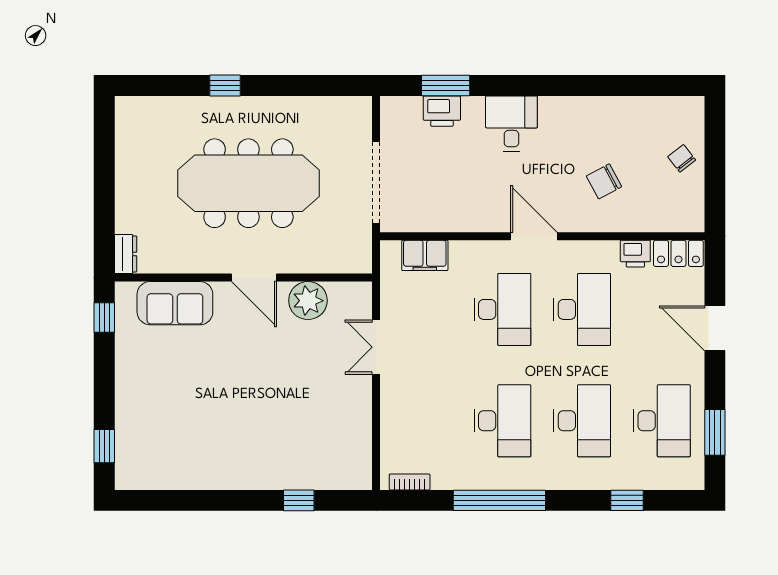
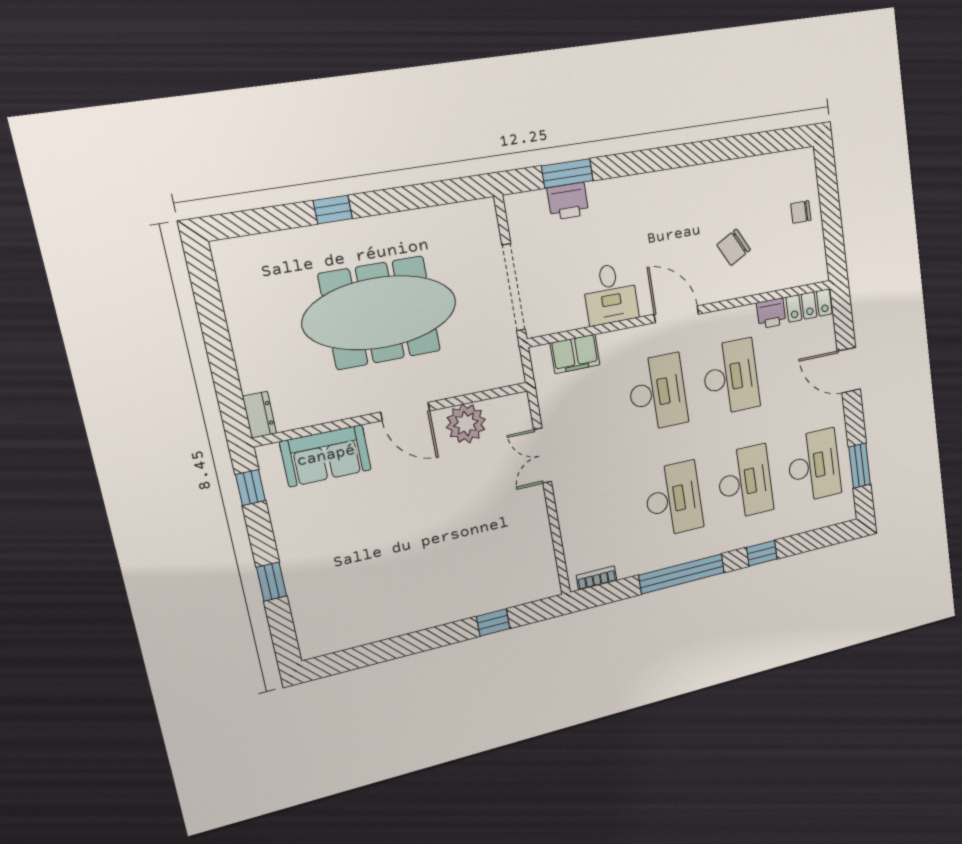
desk: (511, 124) -> (610, 294), moved, turned 180
chair: (682, 158) -> (801, 212), turned -52
window: (104, 446) -> (272, 582), moved
window: (627, 500) -> (762, 553), moved

